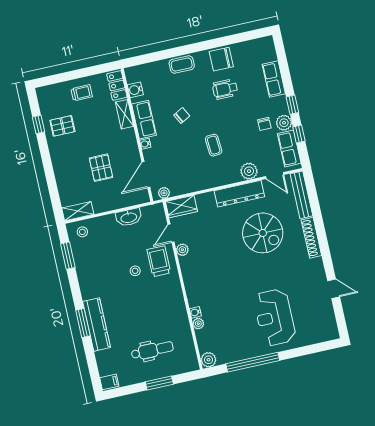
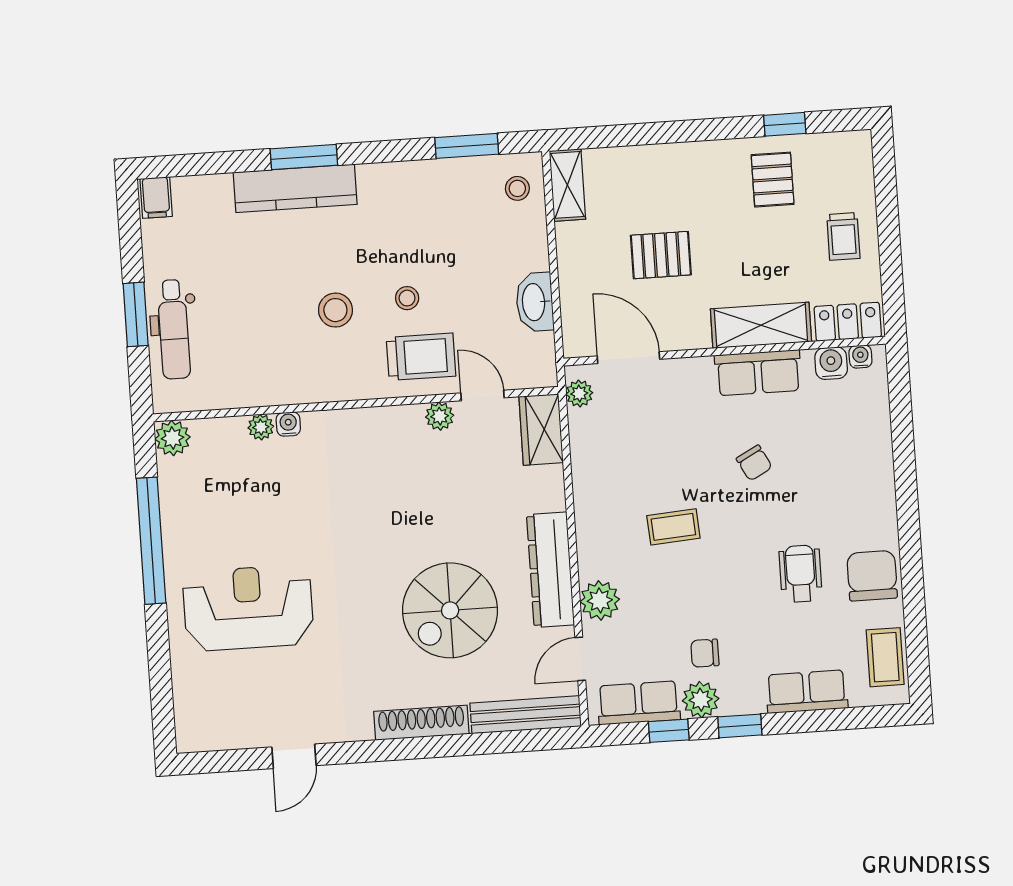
coffee table: (182, 64) -> (885, 657), moved
shelving: (124, 114) -> (761, 325), width x1.50, depth x1.33
water cooler: (145, 144) -> (860, 357), moved
stool: (145, 300) -> (335, 310), added
dental chair: (152, 350) -> (174, 329), moved

